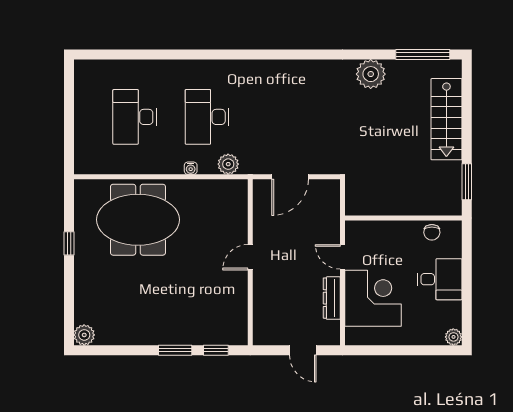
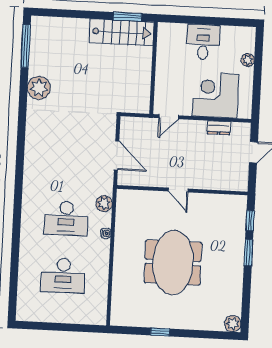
stairs: (446, 119) -> (121, 32), moved
meeting table: (138, 220) -> (173, 262), moved
chair: (432, 232) -> (166, 46), removed
door: (342, 257) -> (169, 117), moved
dresser: (332, 298) -> (219, 128), width x0.70
plant: (453, 337) -> (248, 60), moved

